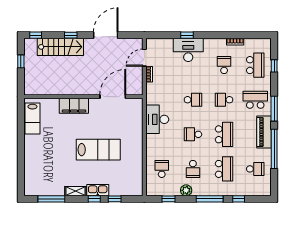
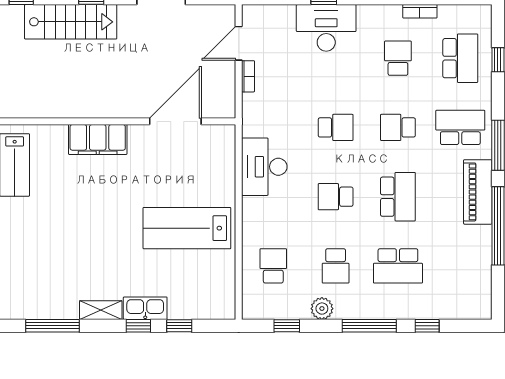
lab bench: (98, 150) -> (187, 228), moved, turned 180
school desk: (224, 169) -> (398, 266), turned 90
school desk: (255, 169) -> (460, 266), removed

